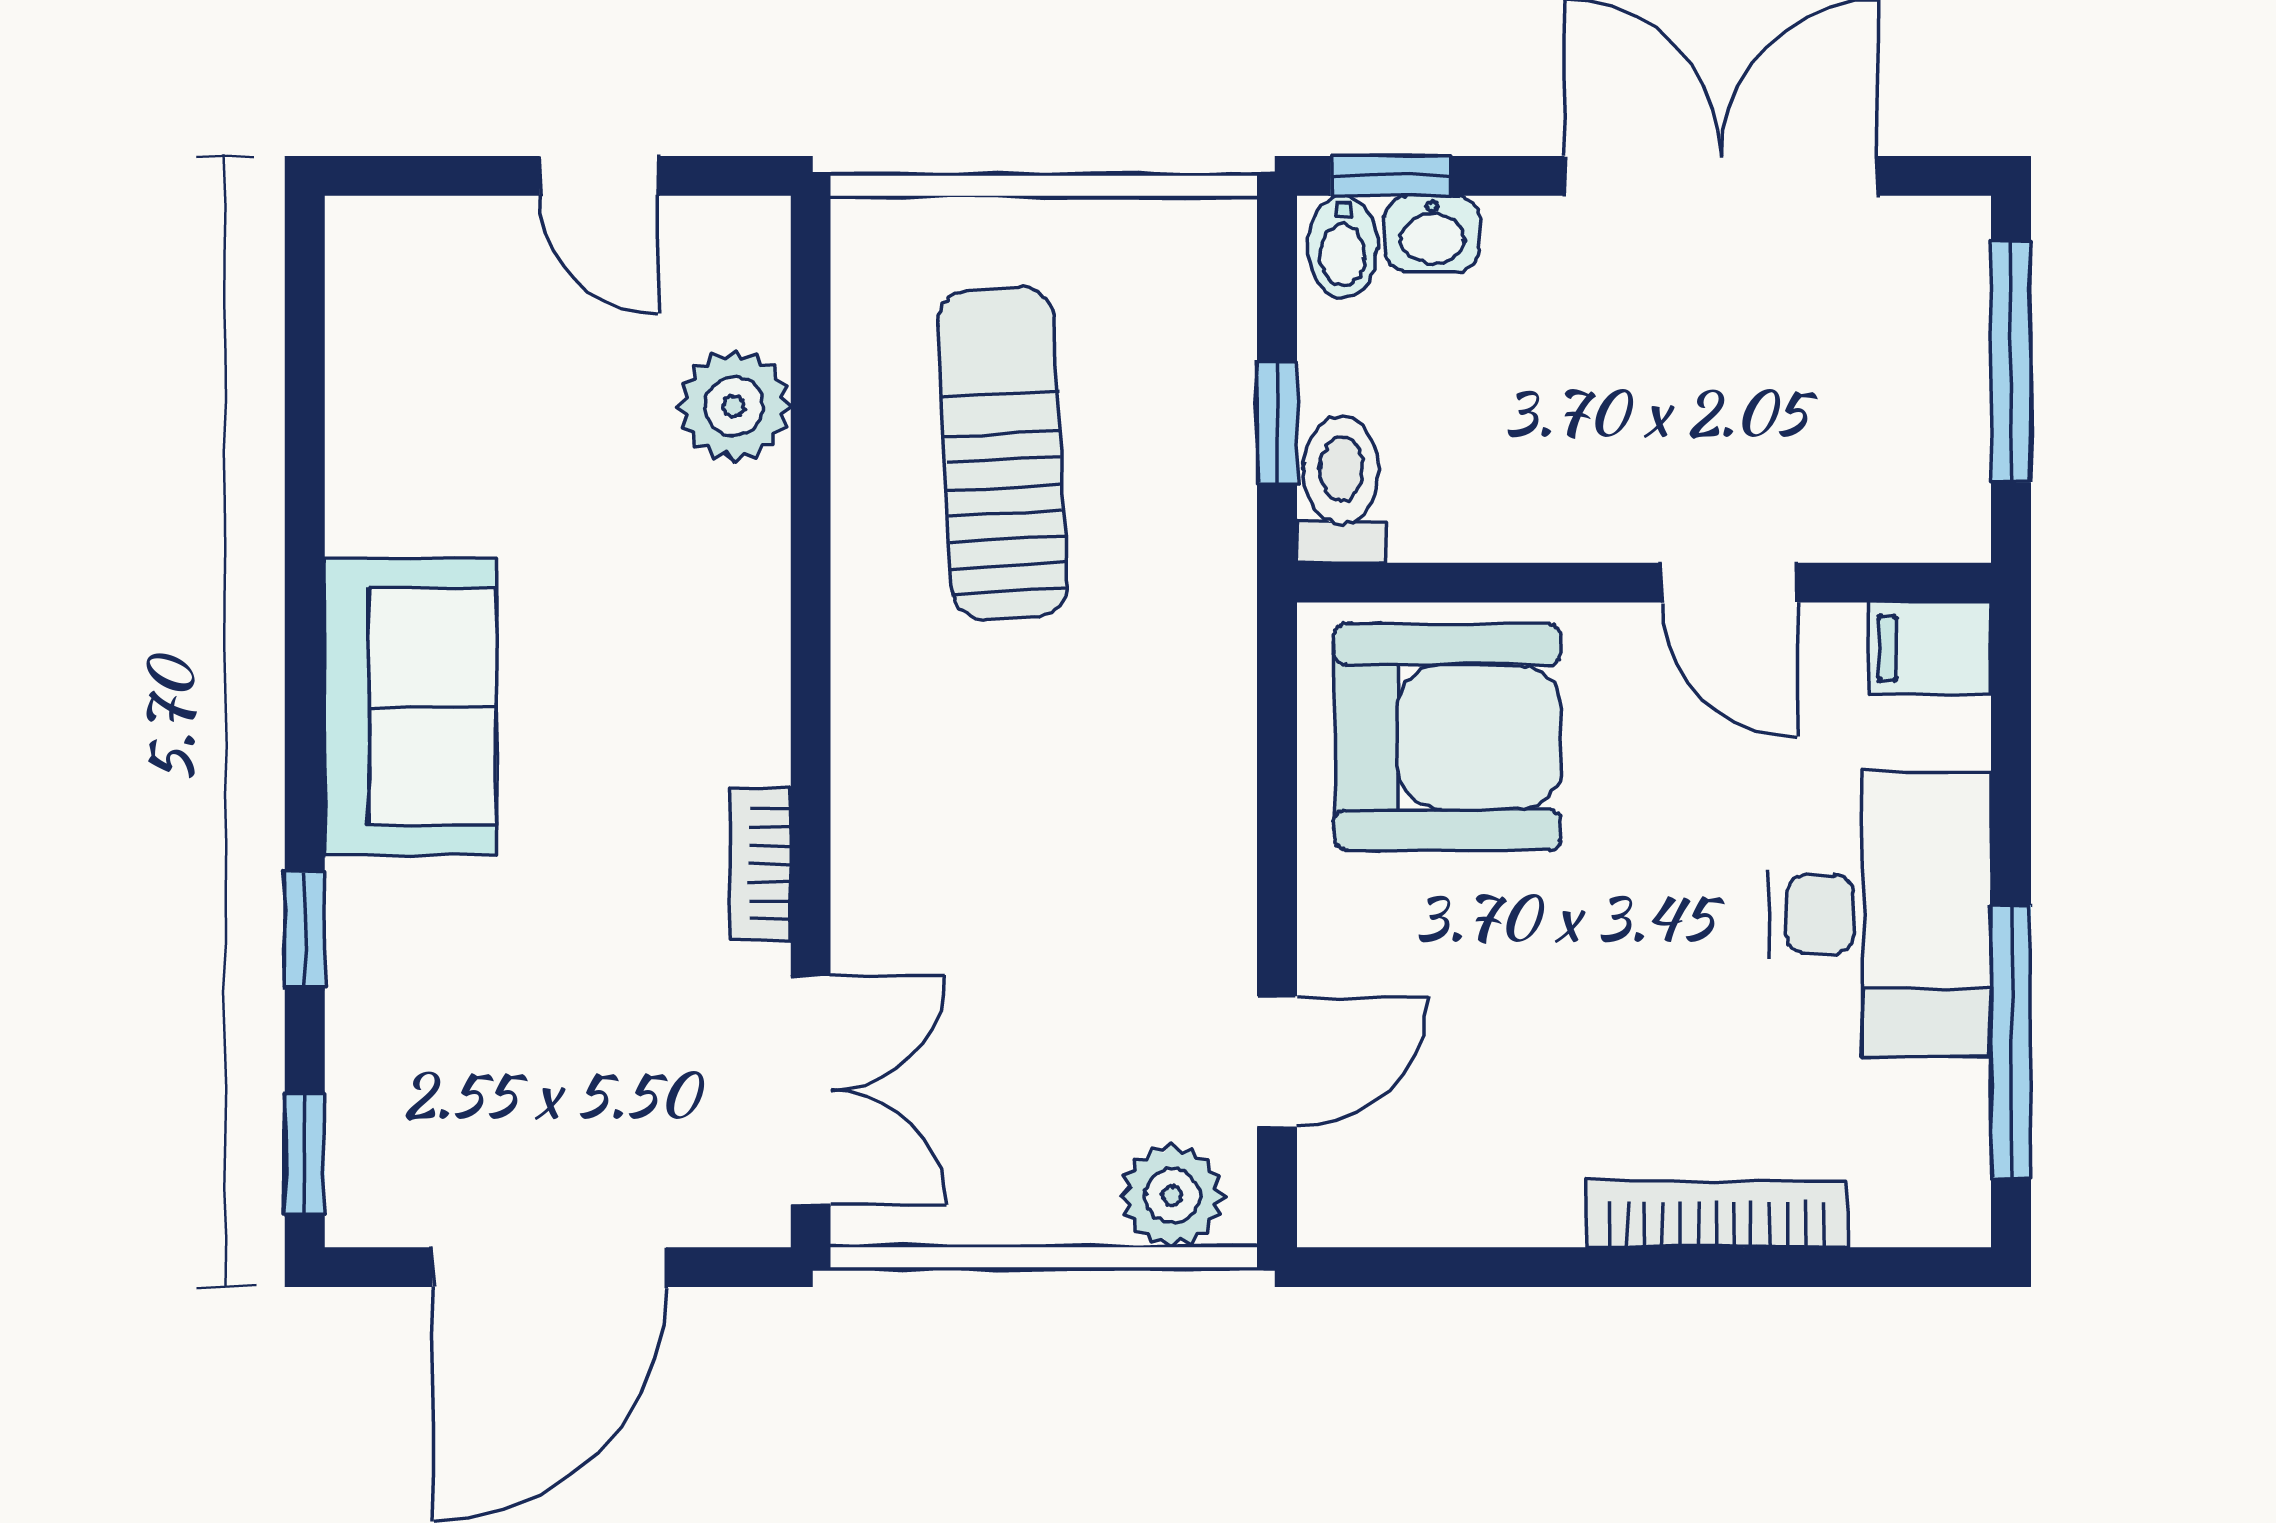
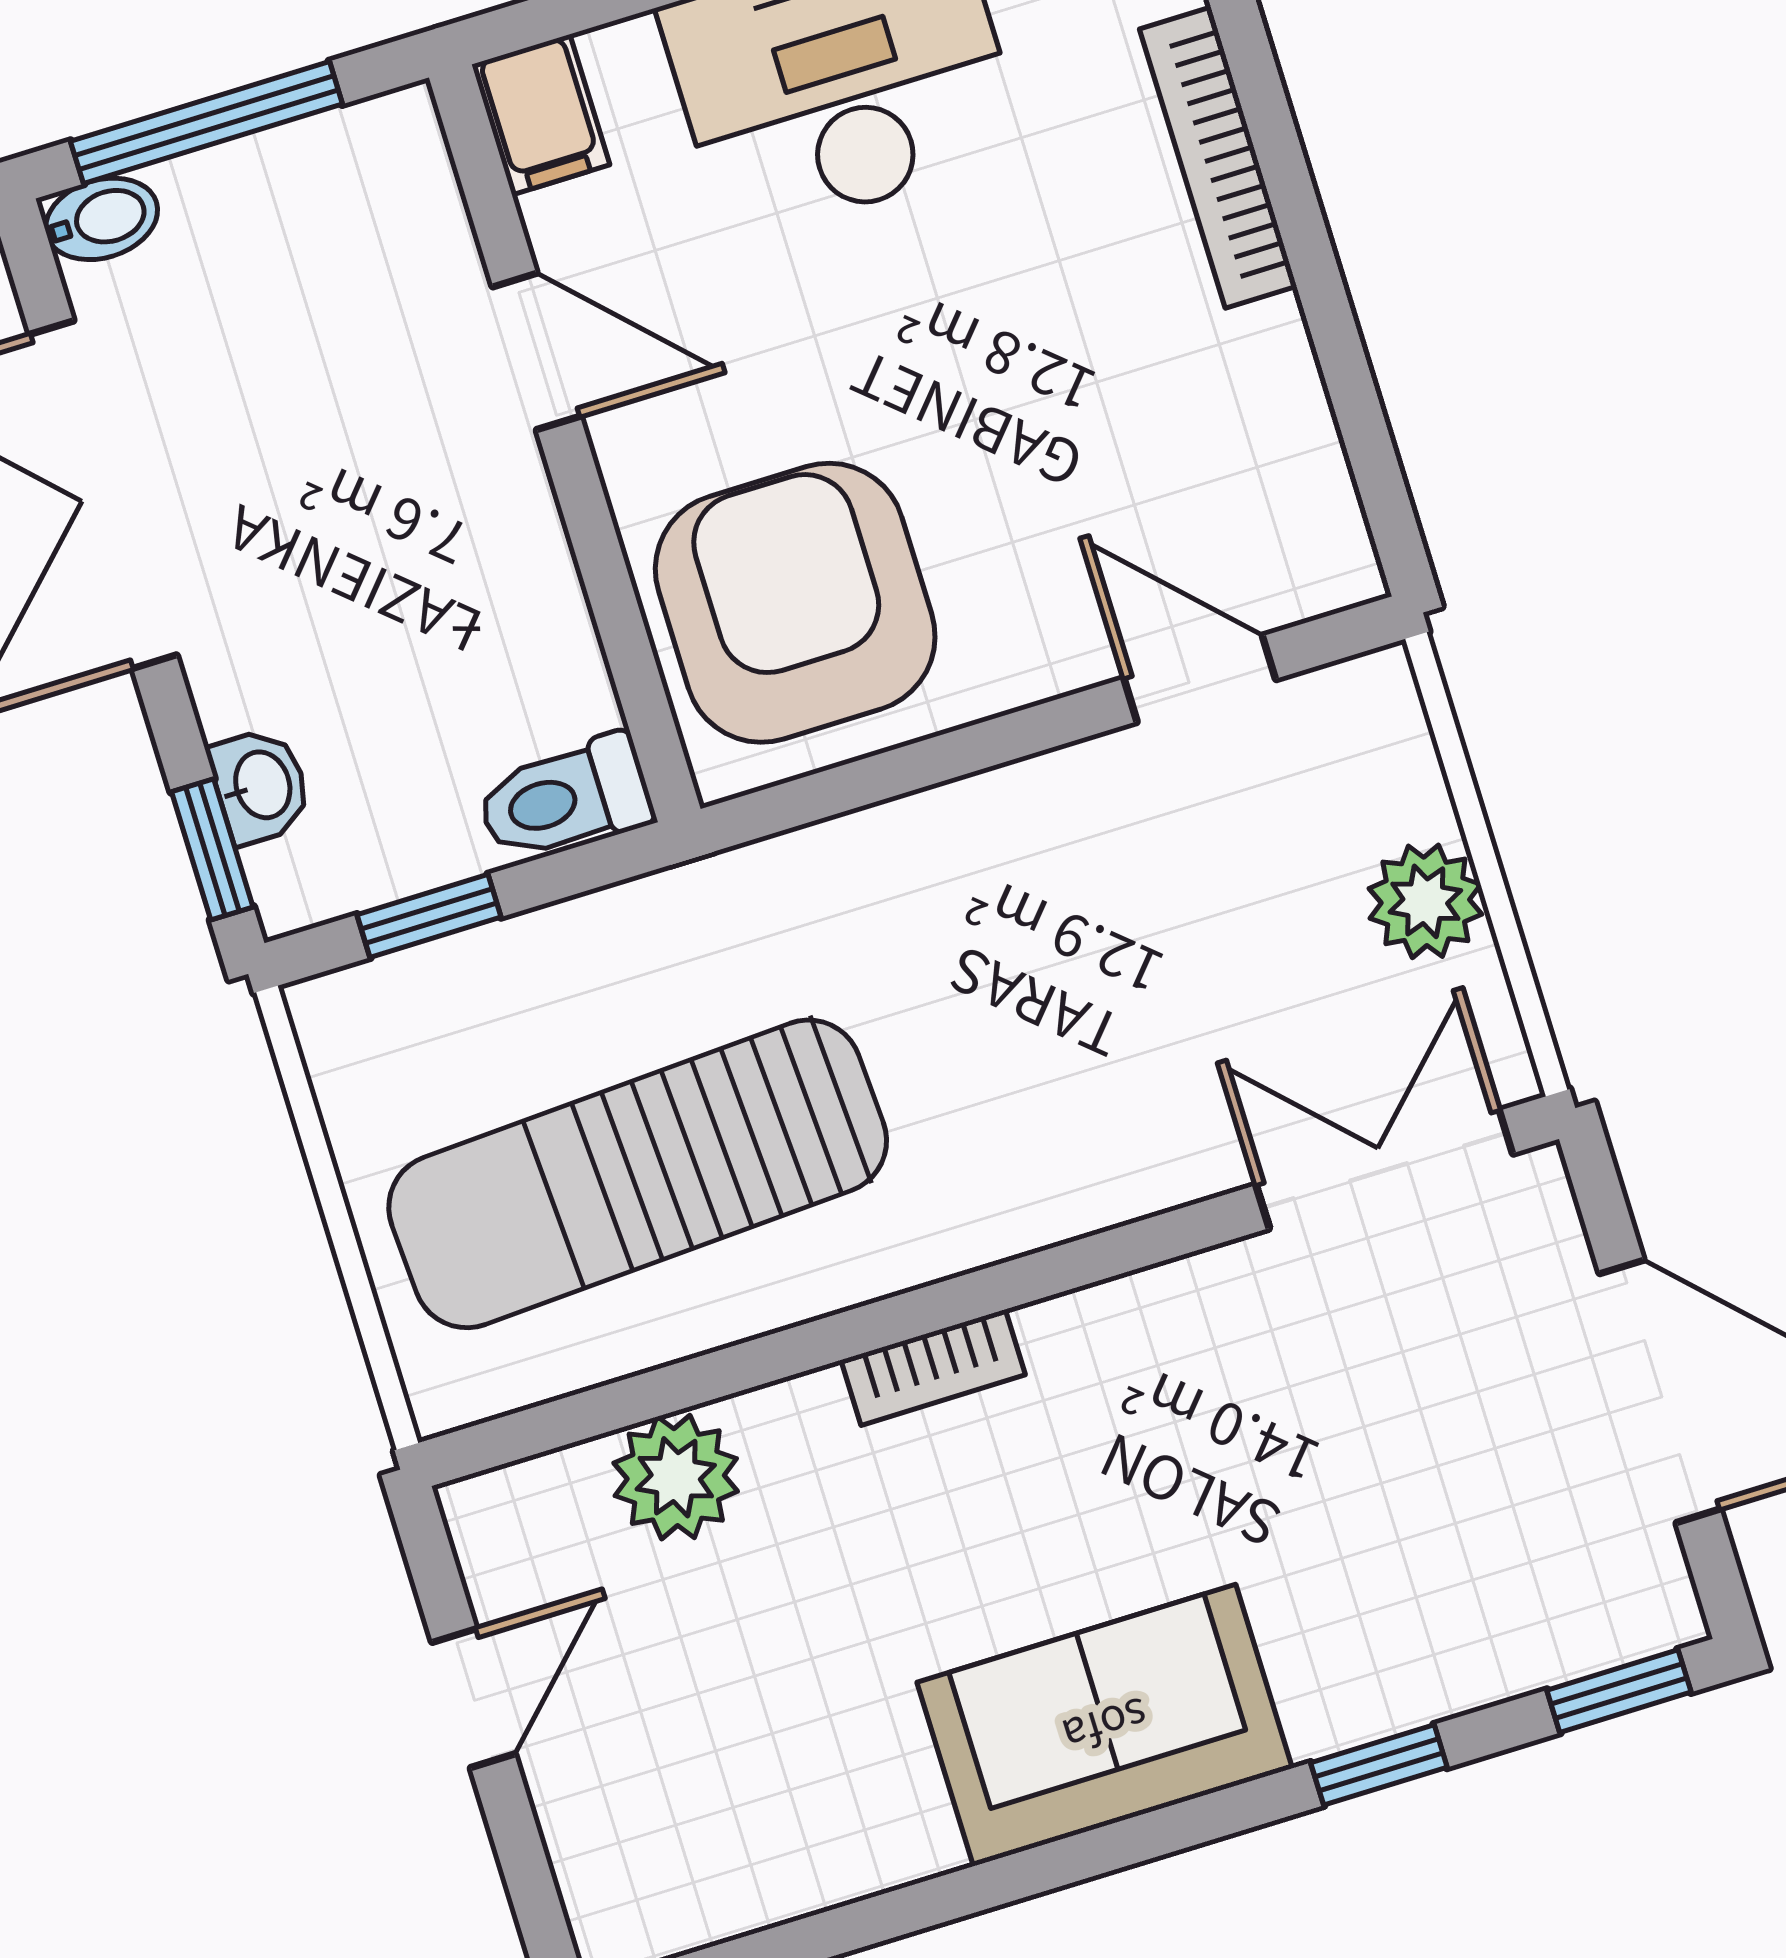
bidet: (1343, 247) -> (102, 219), moved
window: (1277, 423) -> (429, 916), moved
sun lounger: (1002, 453) -> (638, 1174), width x1.36, depth x1.34
door: (1730, 583) -> (537, 351), hinge flipped
bookcase: (760, 864) -> (933, 1367), moved
plant: (1172, 1196) -> (1425, 901), moved

